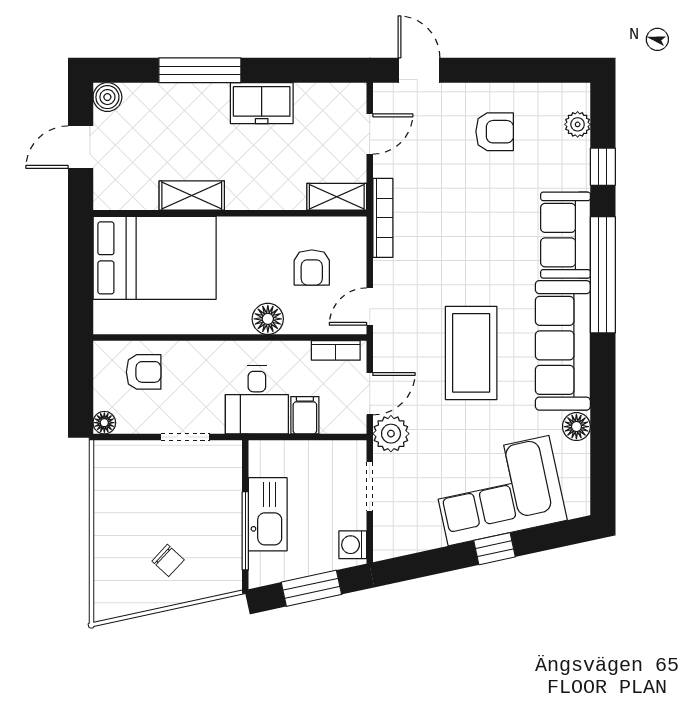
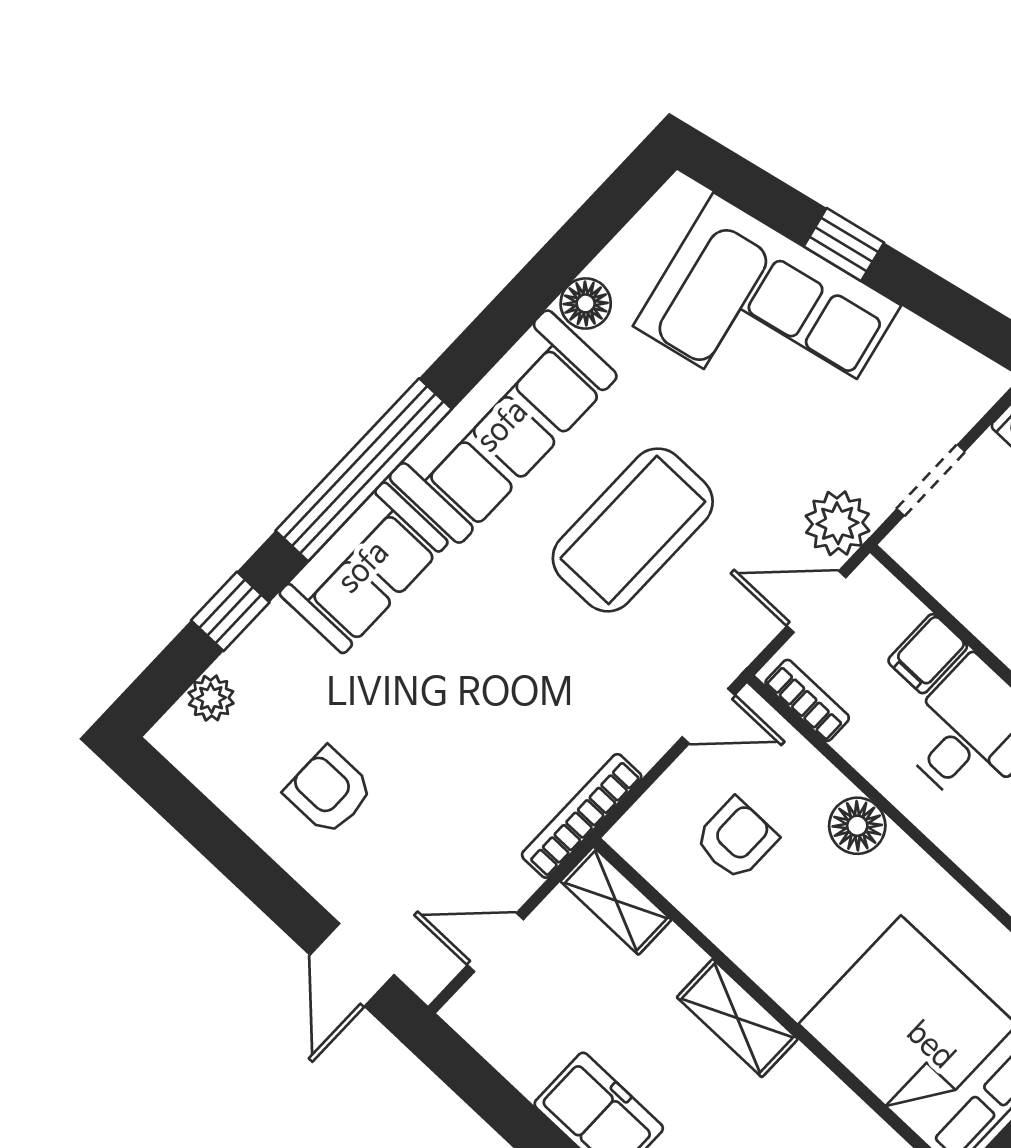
shelving: (192, 195) -> (737, 1018), moved

